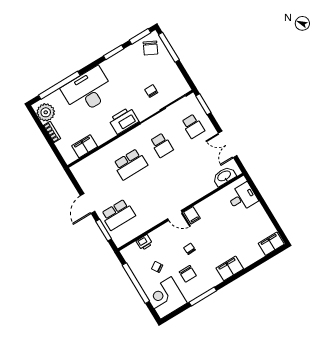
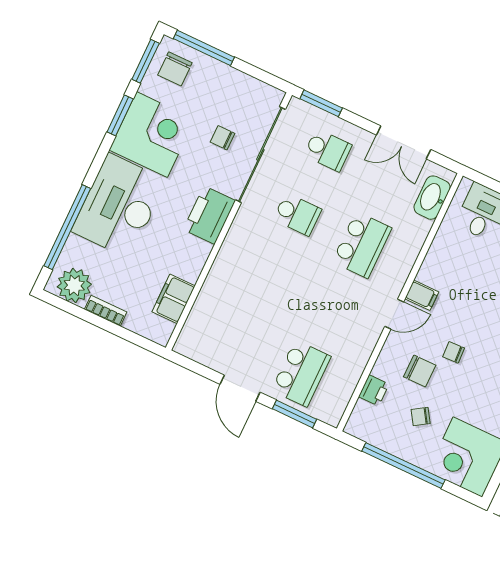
chair: (150, 48) -> (175, 69), turned 64
corner desk: (122, 70) -> (152, 135), added
school desk: (130, 164) -> (362, 245), moved
chair: (188, 274) -> (420, 371), moved

